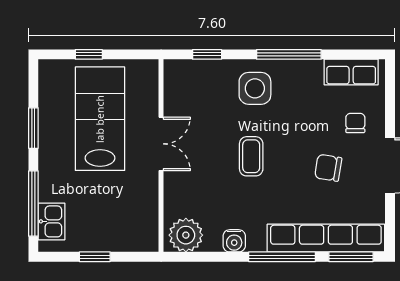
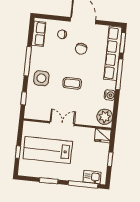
fridge: (144, 235) -> (103, 136), added

